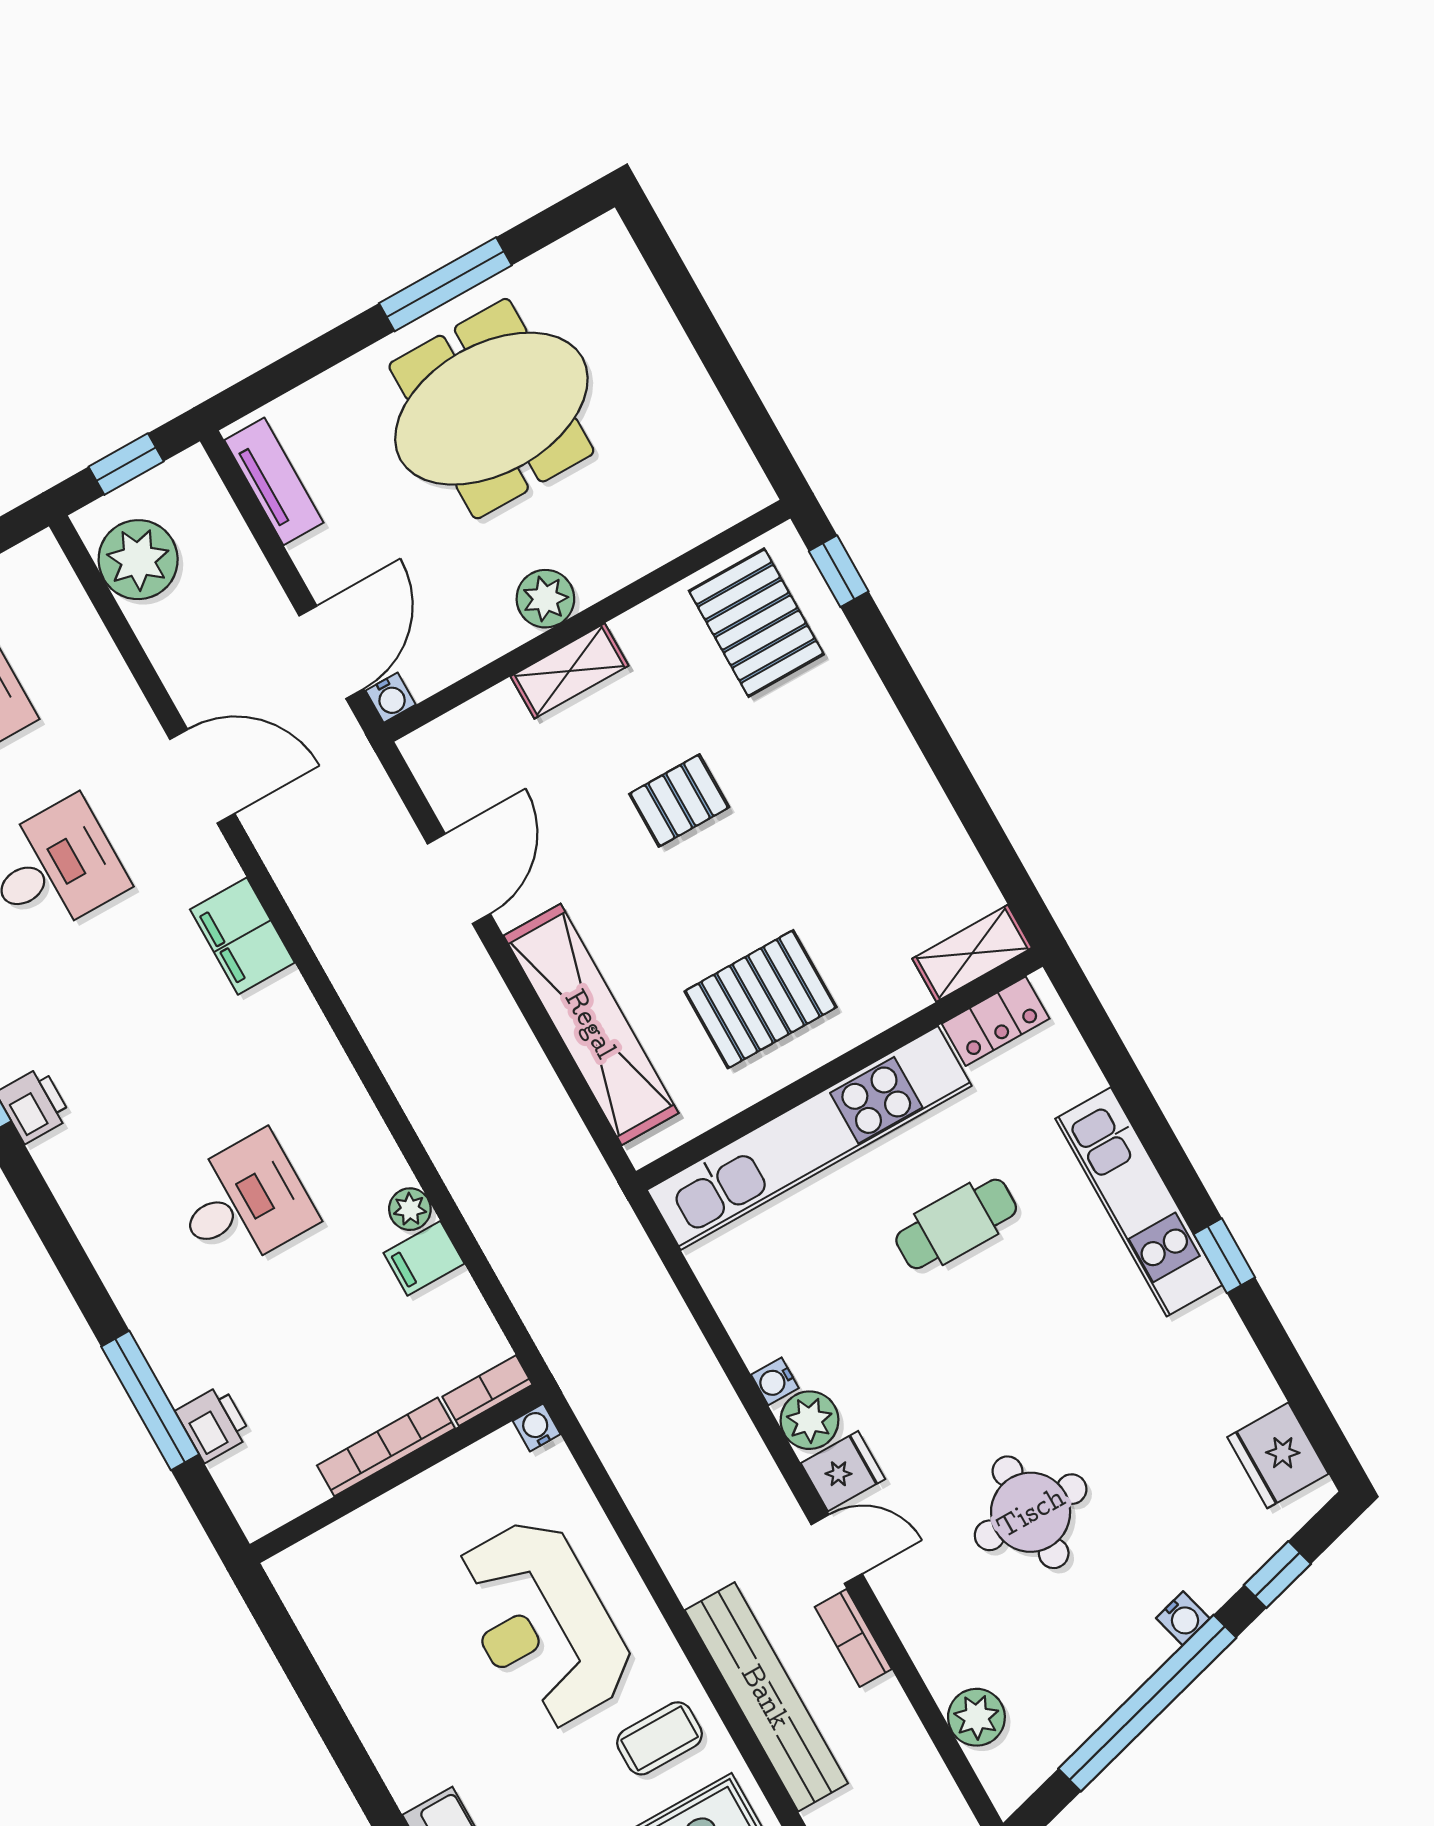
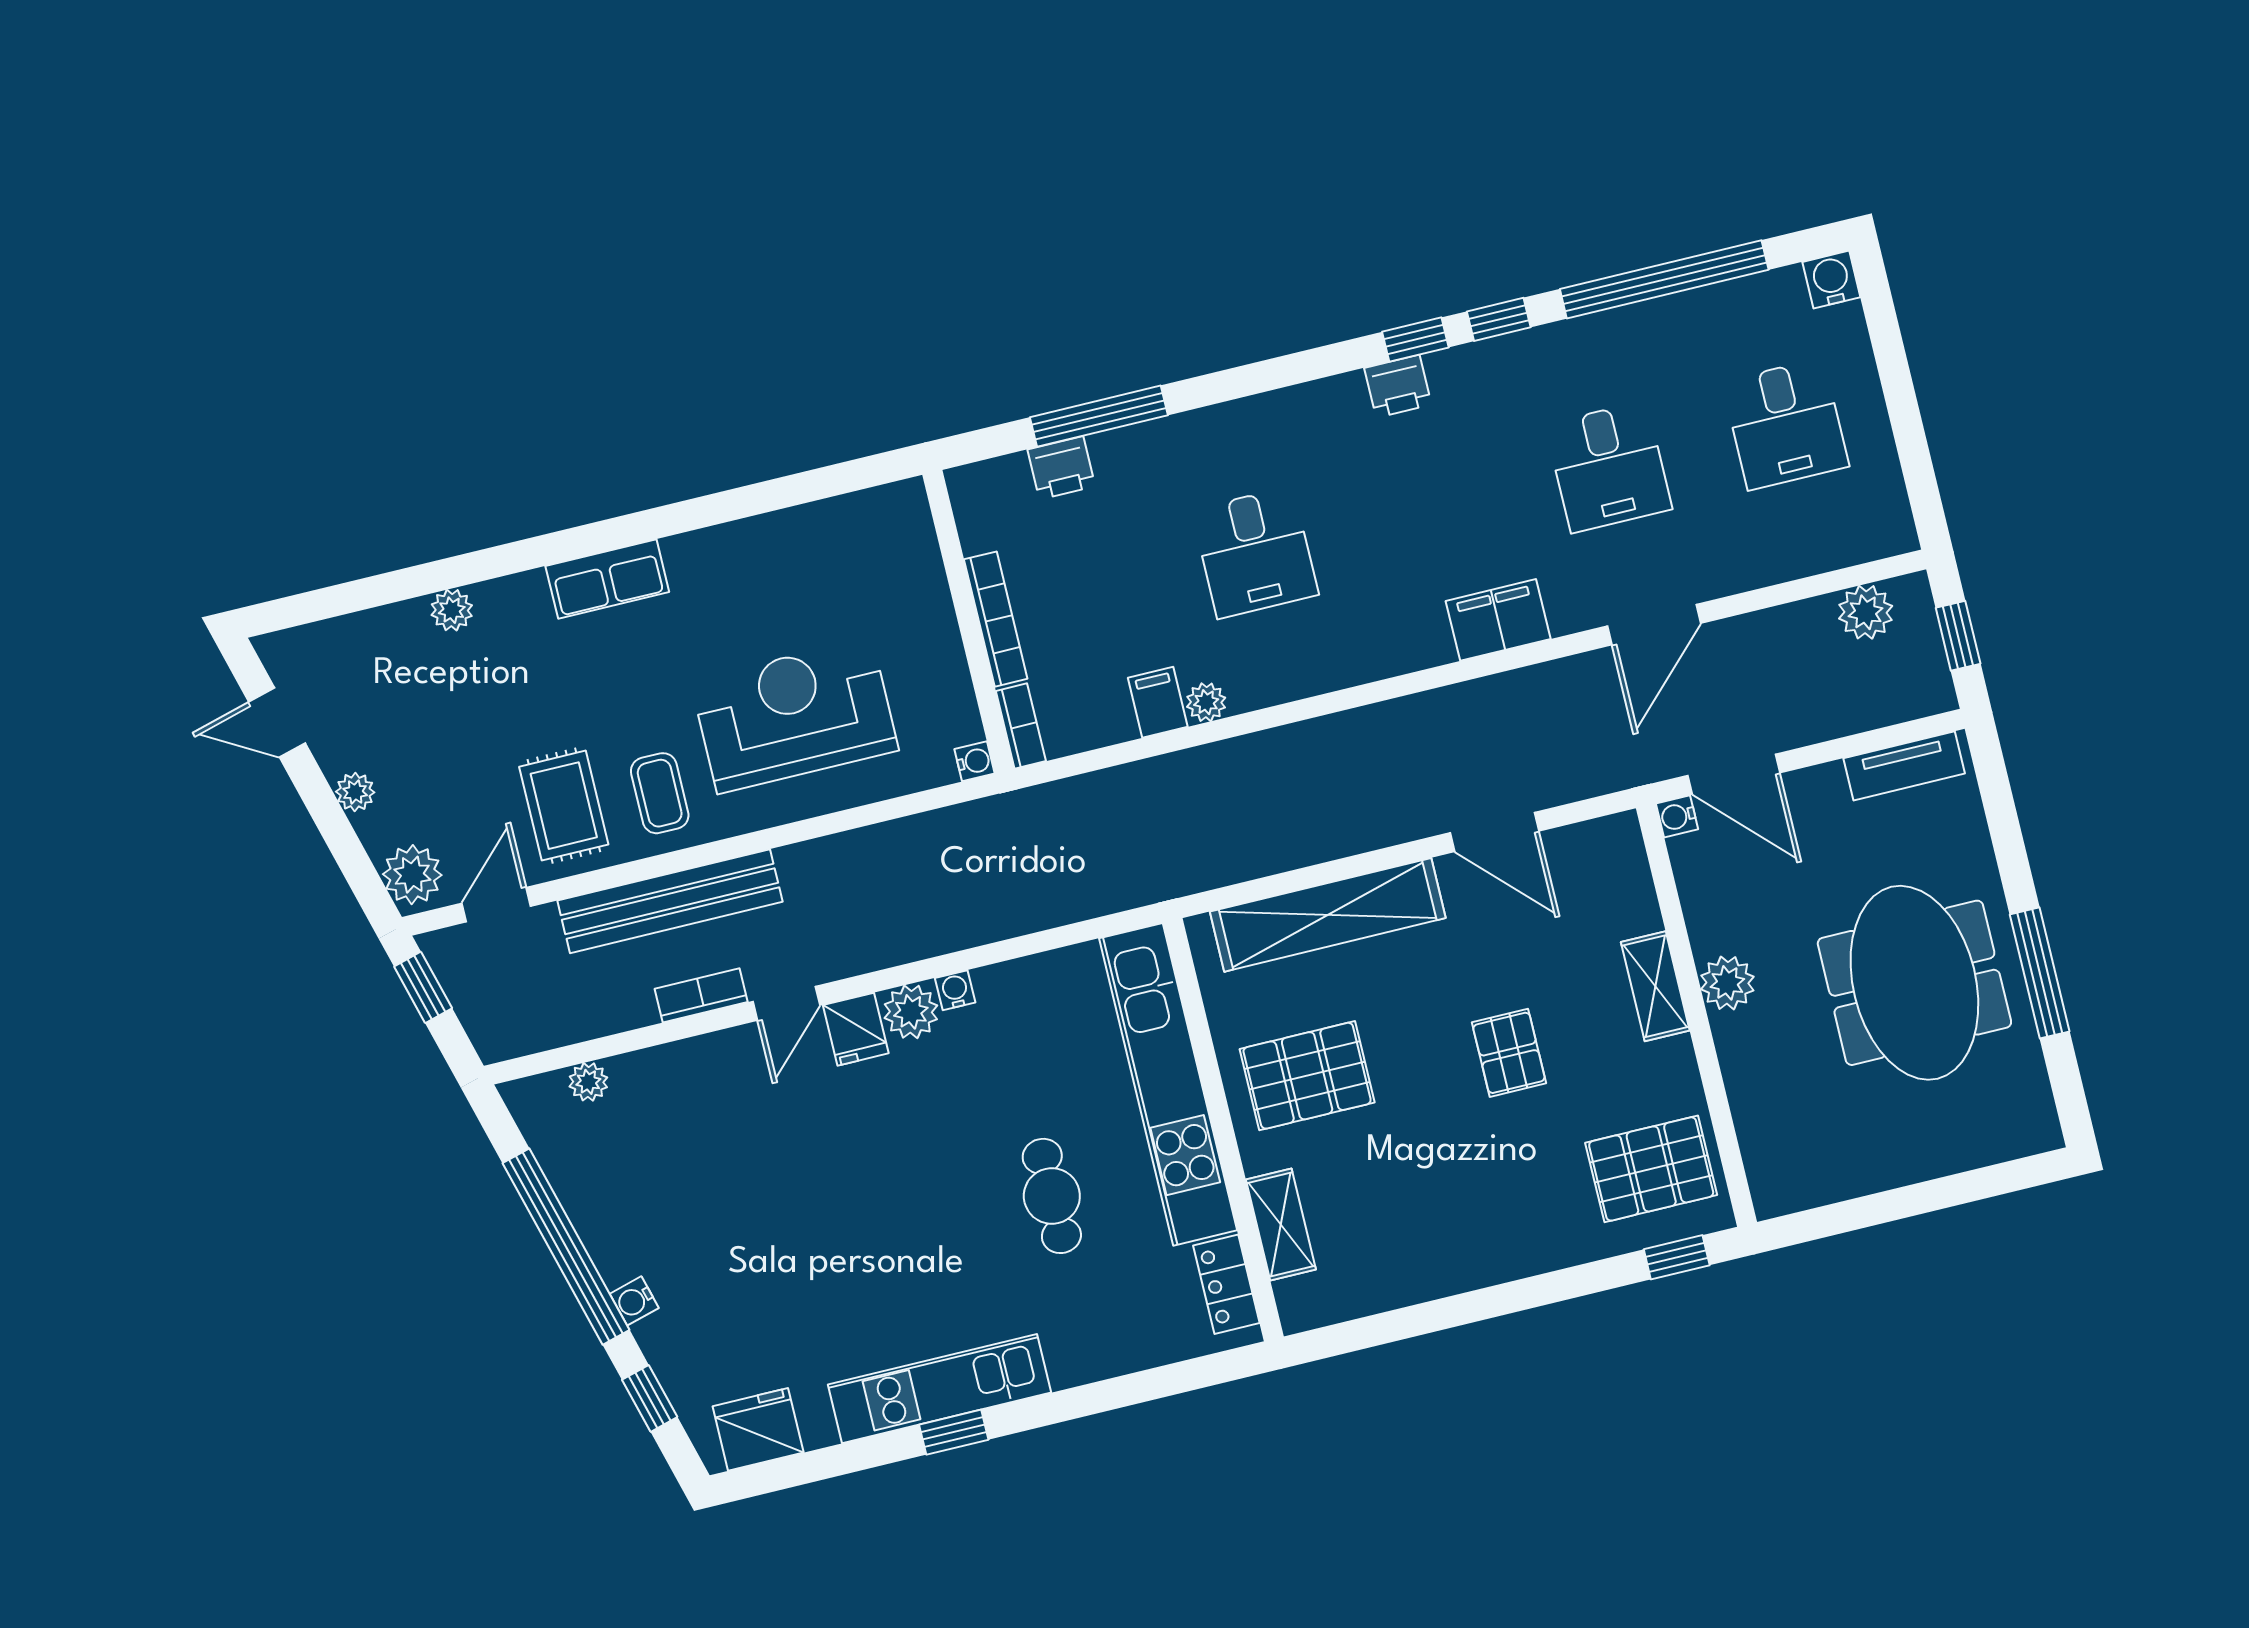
plant: (138, 560) -> (1866, 612), width x0.73, depth x0.73
shelving: (972, 953) -> (1281, 1225), moved
pallet: (761, 999) -> (1307, 1076), turned 90
kitchen unit: (1139, 1202) -> (940, 1389), moved
round table: (1031, 1512) -> (770, 1189), removed
plant: (976, 1717) -> (588, 1082), width x0.73, depth x0.73

